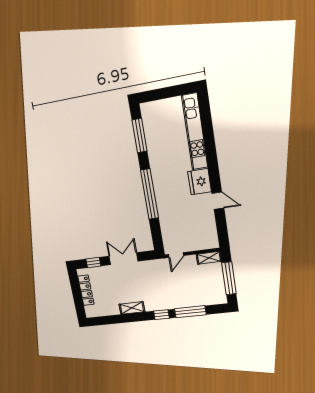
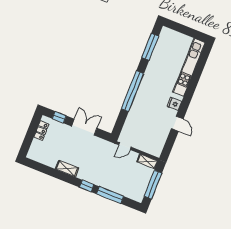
fridge: (200, 182) -> (174, 104), width x0.53, depth x0.75
locker: (86, 290) -> (41, 131), width x0.66

